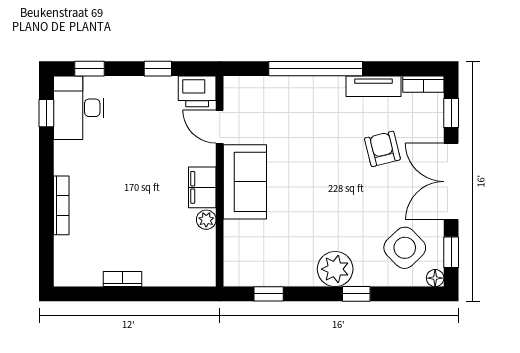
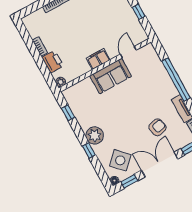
printer: (197, 91) -> (53, 62), moved, turned 180
plant: (206, 220) -> (61, 82), moved

